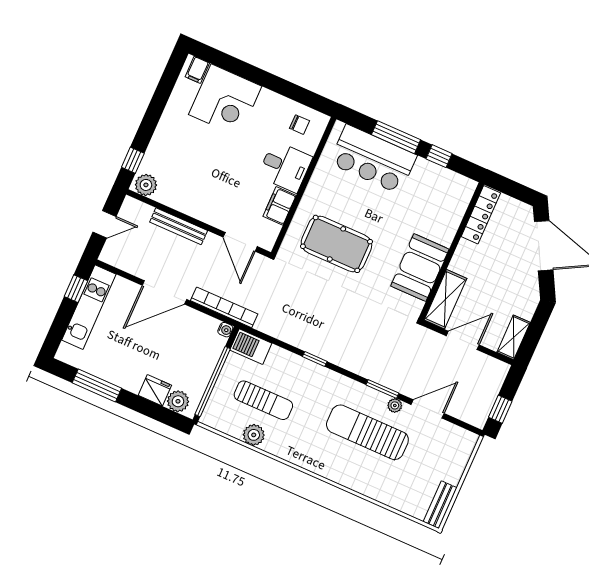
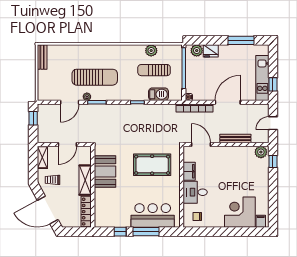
trolley: (514, 292) -> (52, 180), added
shelving: (445, 299) -> (85, 180), moved
barbecue: (251, 347) -> (159, 94), moved

